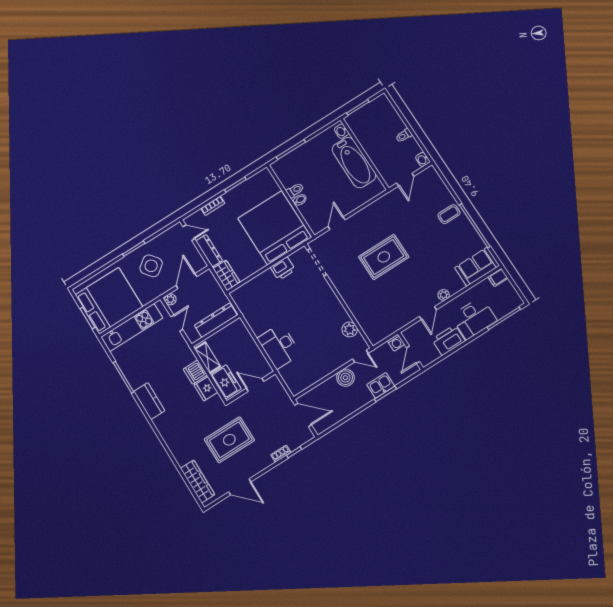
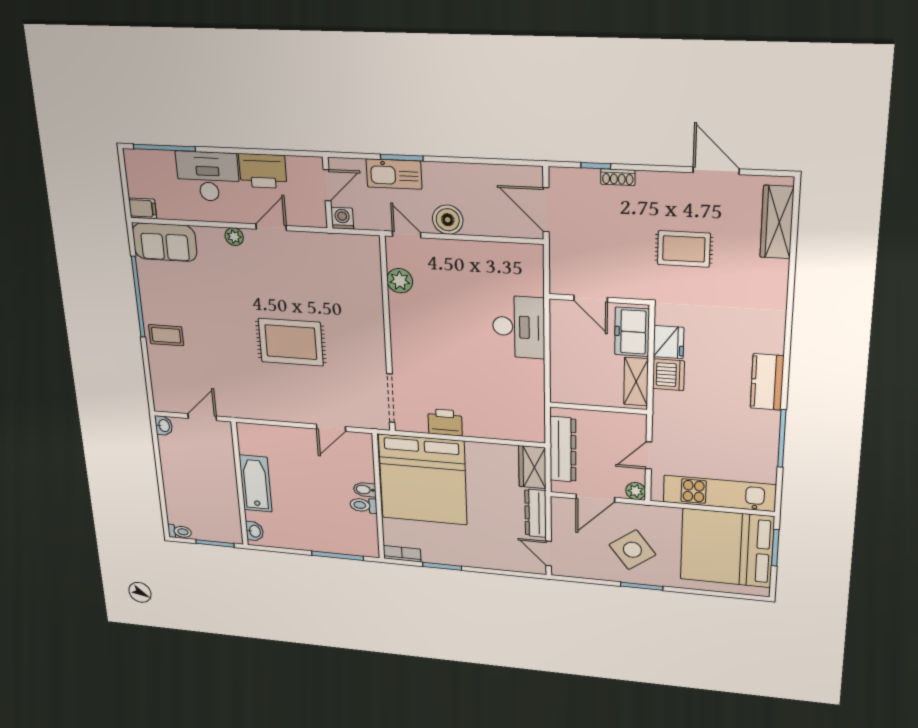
toilet: (404, 136) -> (180, 532), moved
bathtub: (354, 163) -> (255, 483), width x0.73, depth x0.73
bookcase: (213, 206) -> (402, 554), moved
dresser: (216, 320) -> (563, 449), moved, turned -90
kitchen sink: (381, 385) -> (394, 174), width x1.38
rug: (229, 440) -> (684, 249), width x0.73, depth x0.70

